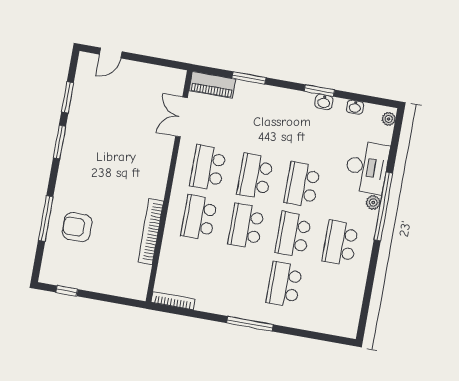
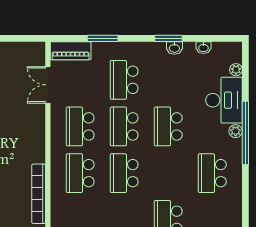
plant: (389, 119) -> (236, 70), moved
school desk: (293, 234) -> (124, 80), moved

